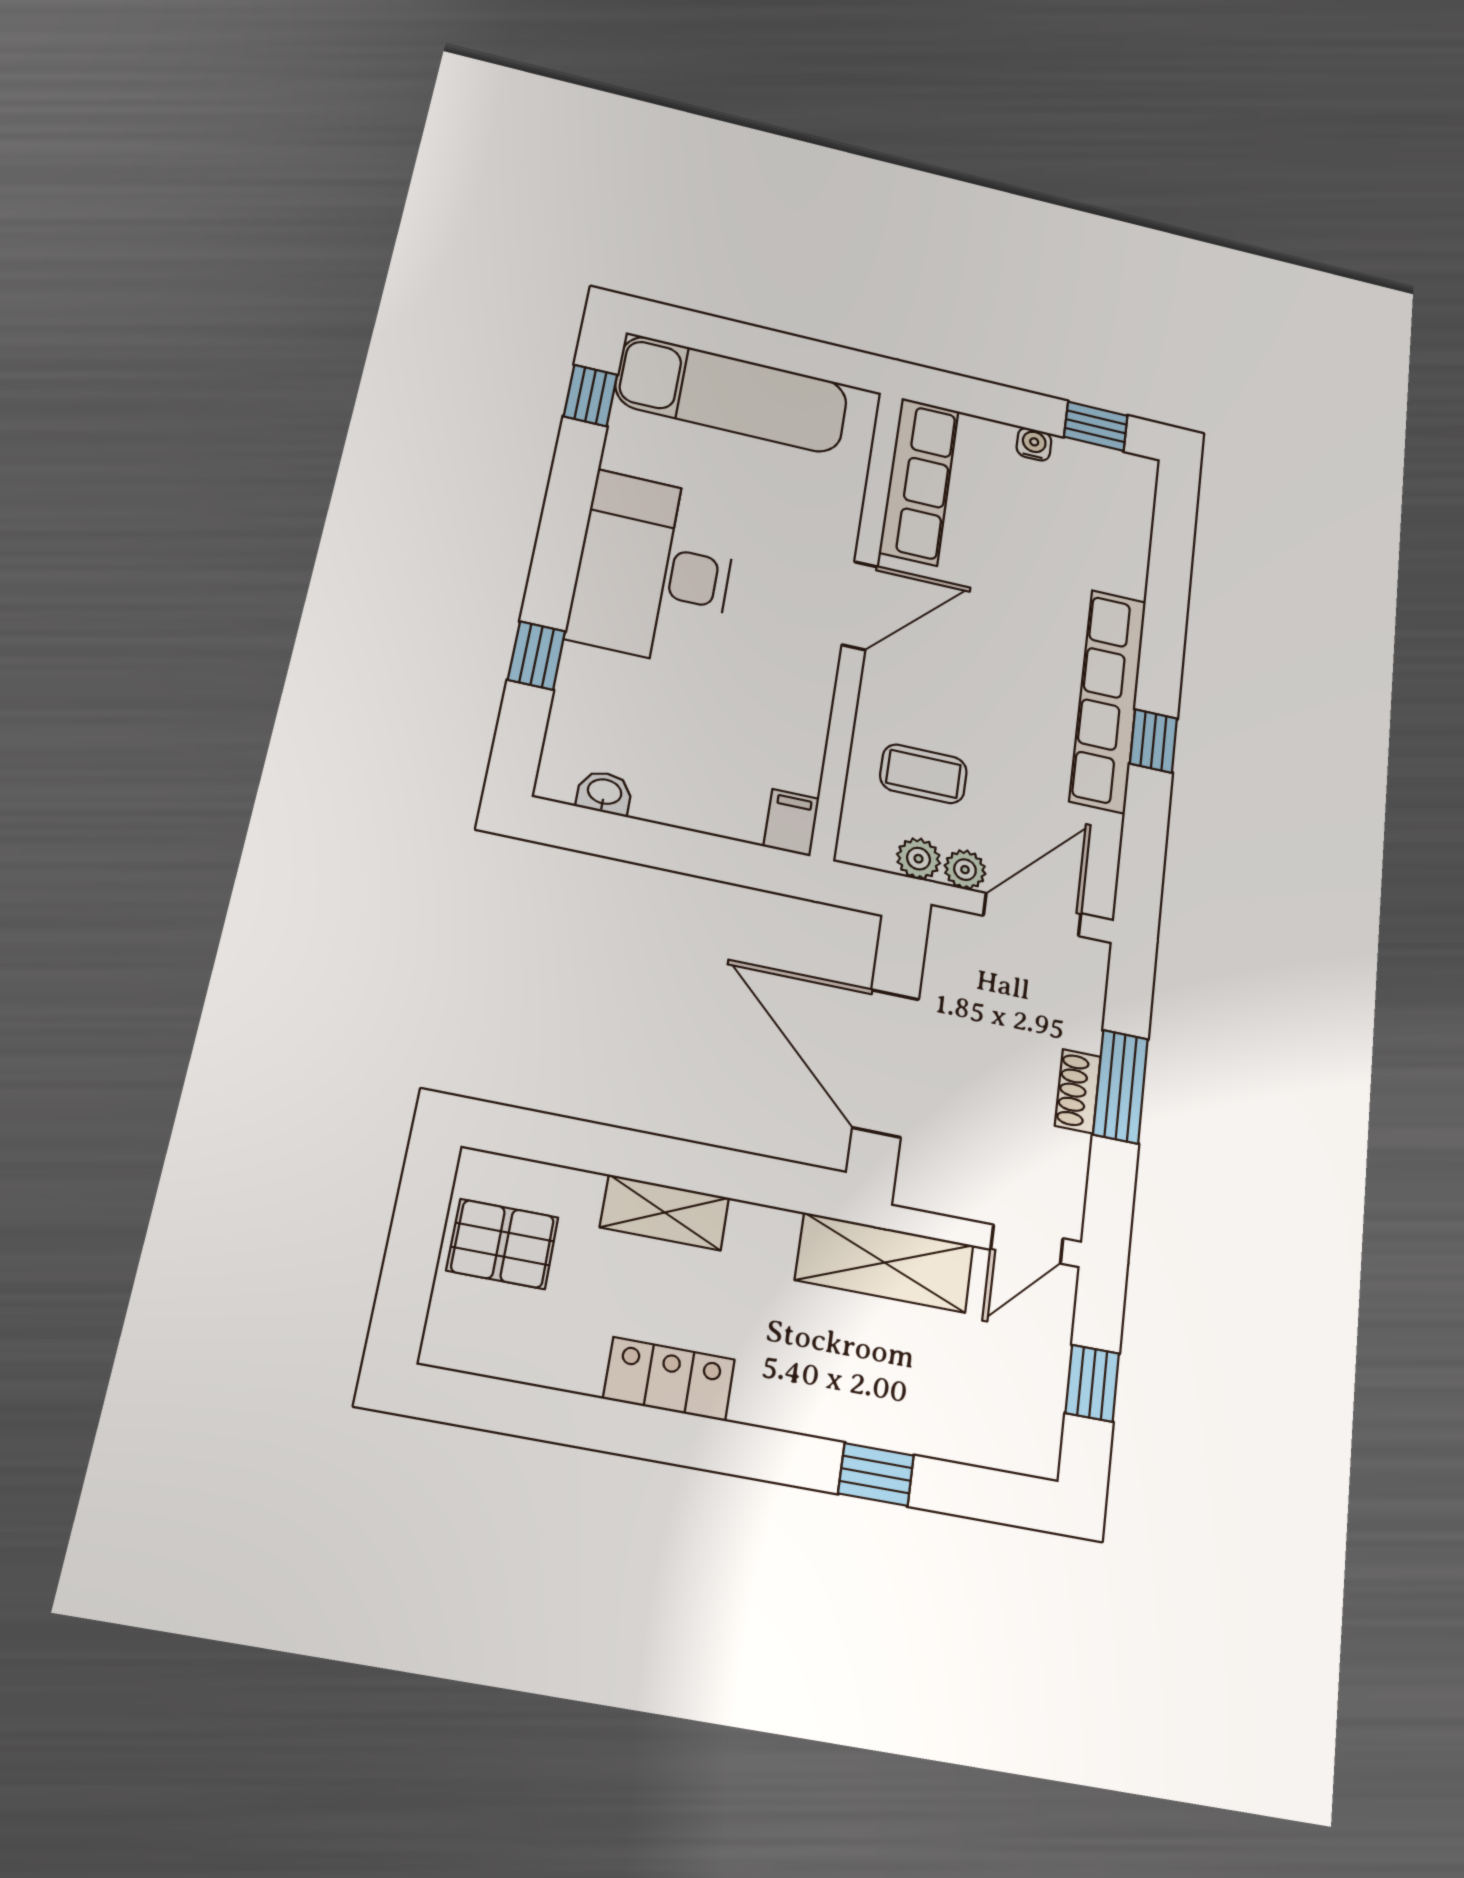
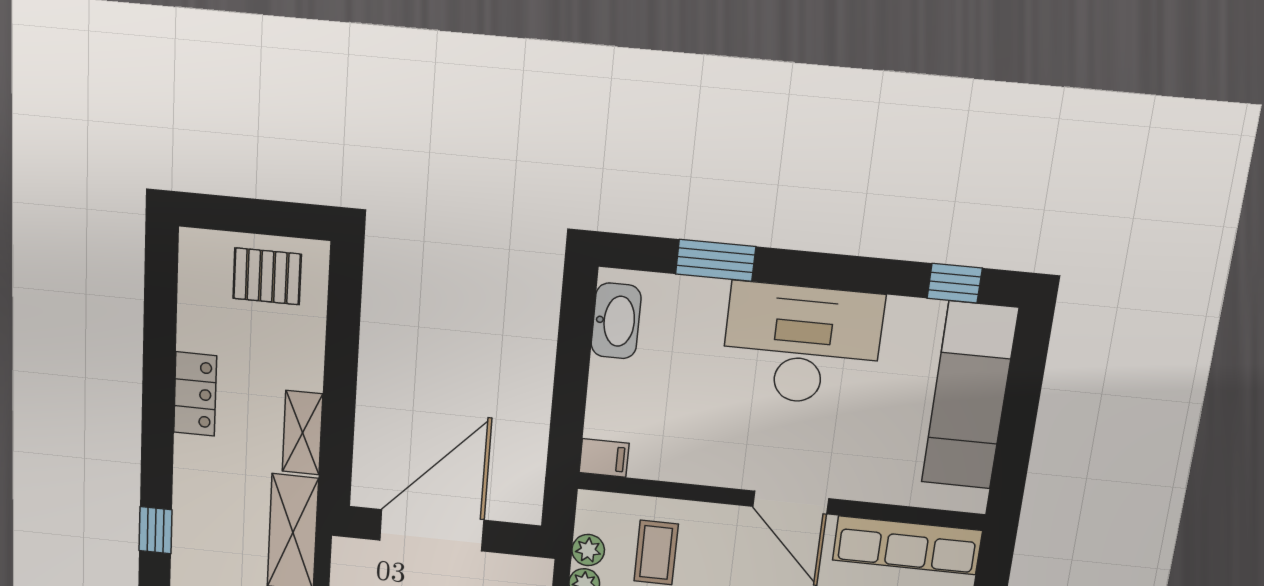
window: (537, 656) -> (716, 260), width x1.50
washbasin: (604, 793) -> (616, 321), width x1.91, depth x1.45
shelving: (665, 1212) -> (302, 433), moved
pallet: (503, 1244) -> (267, 276), turned 90

